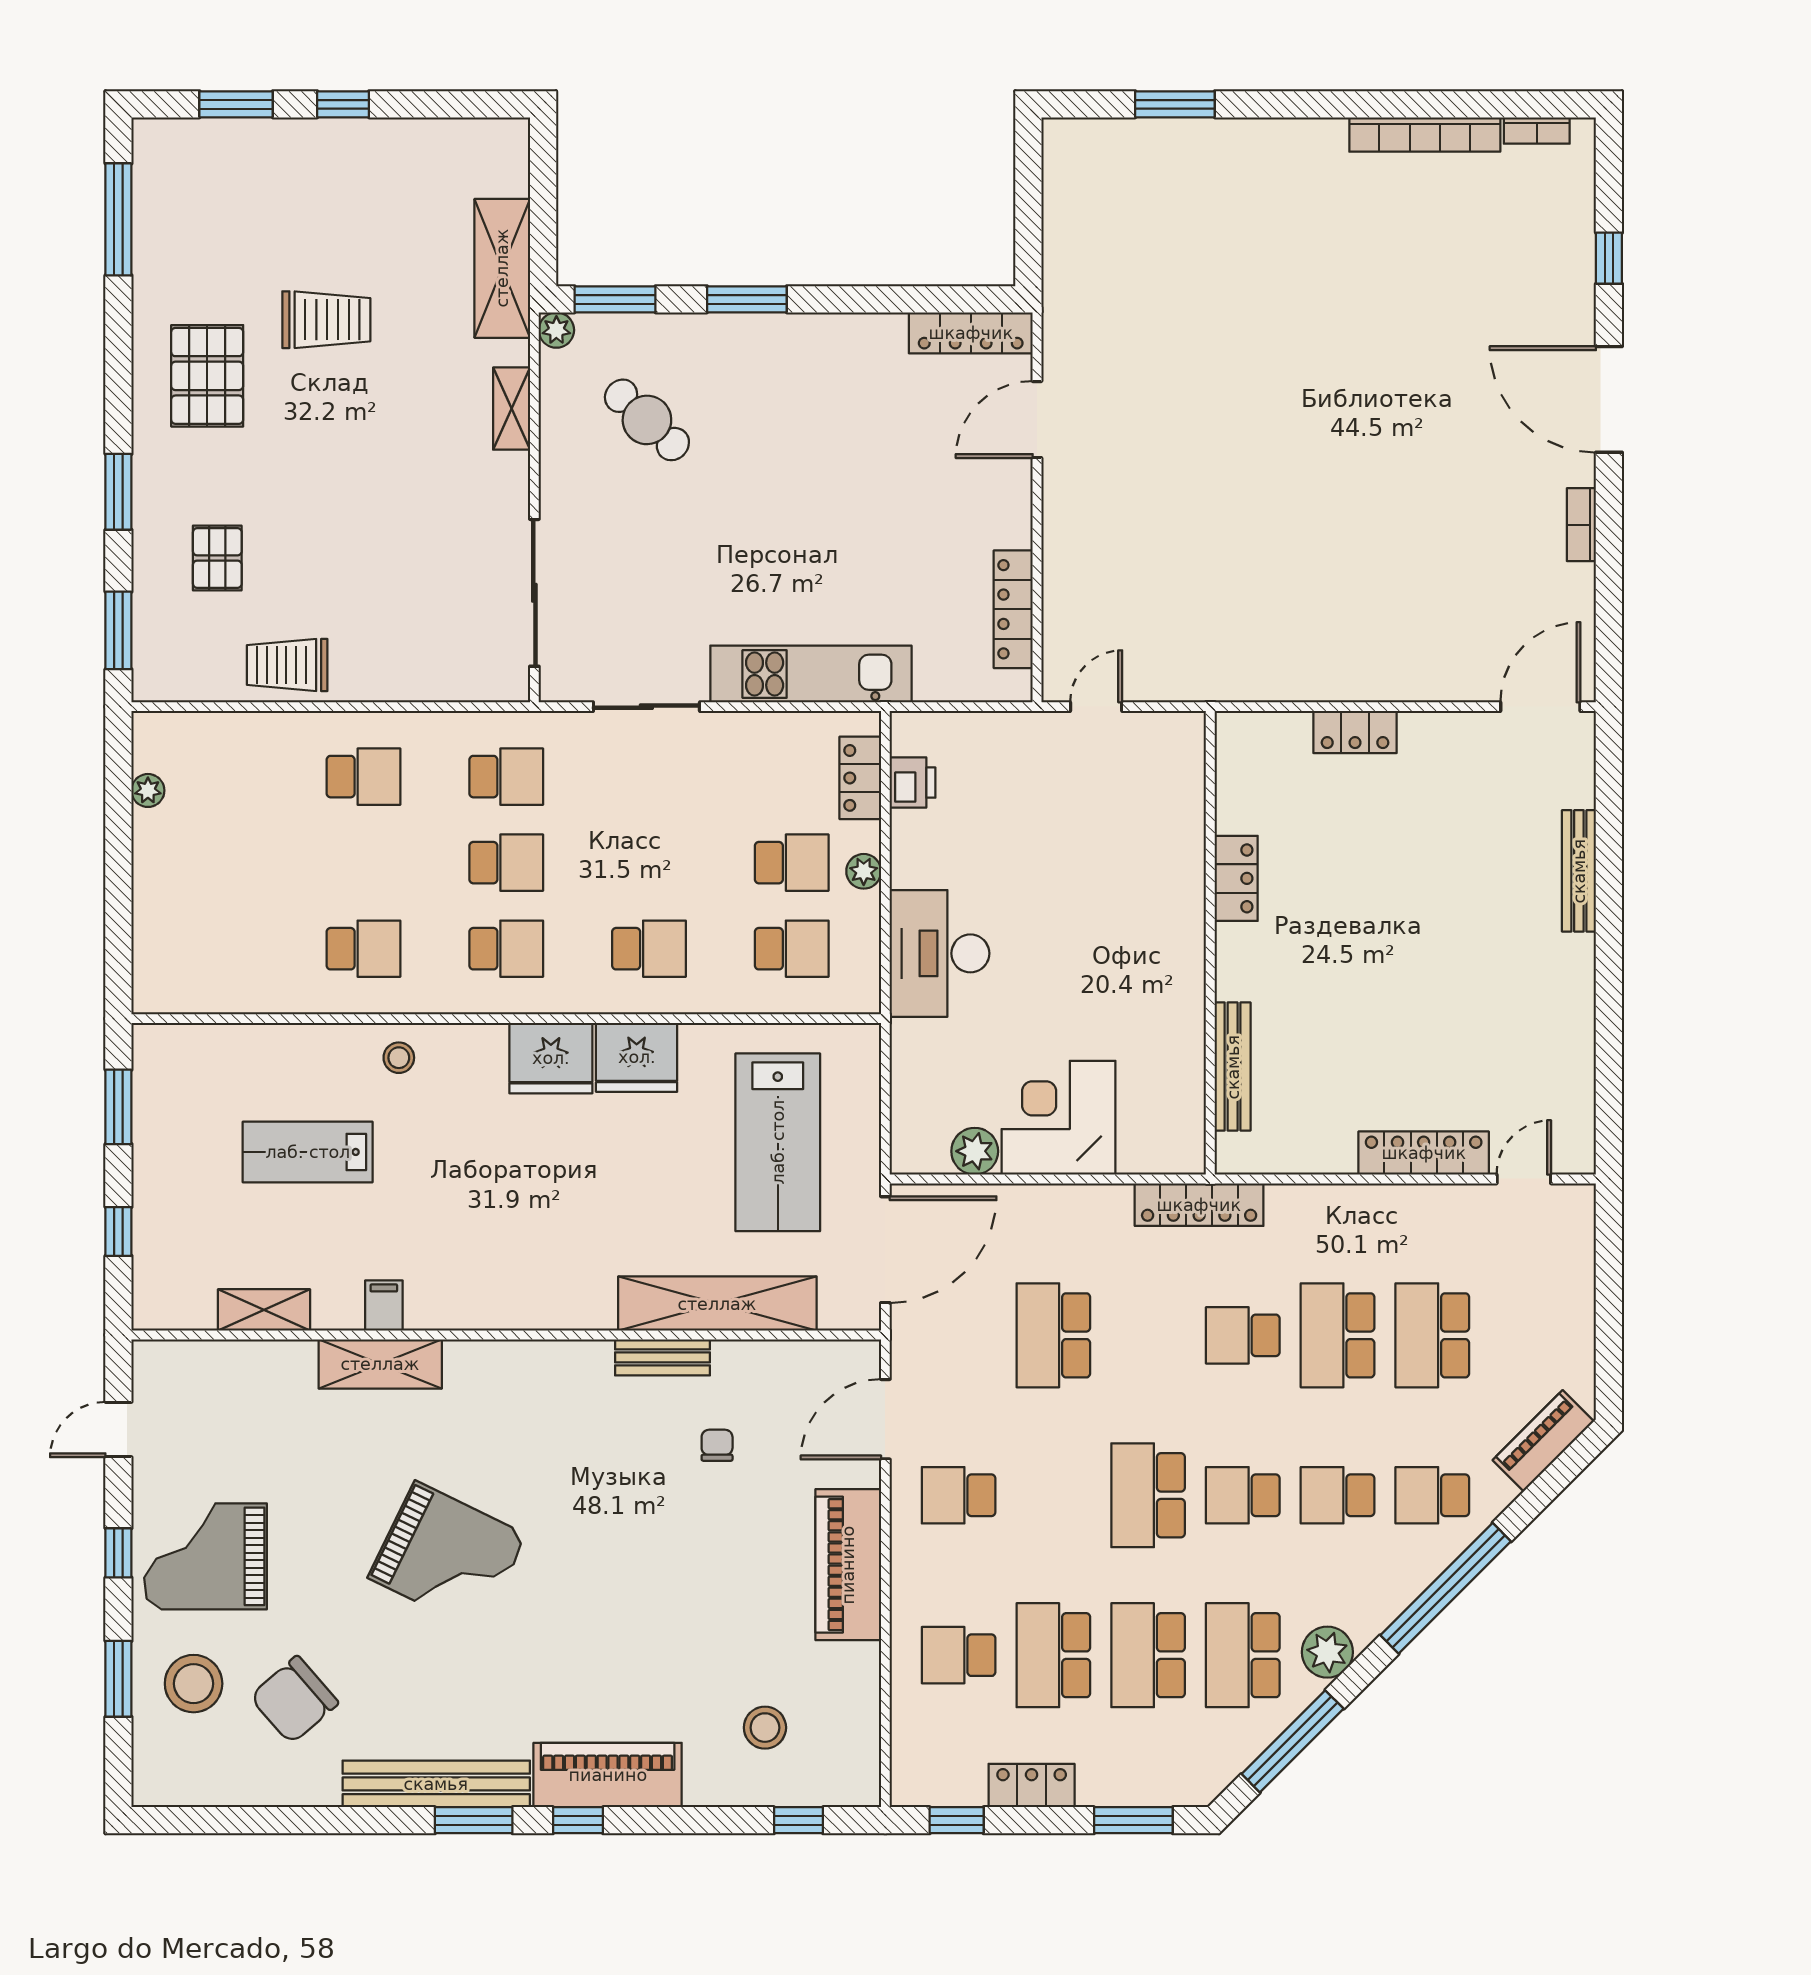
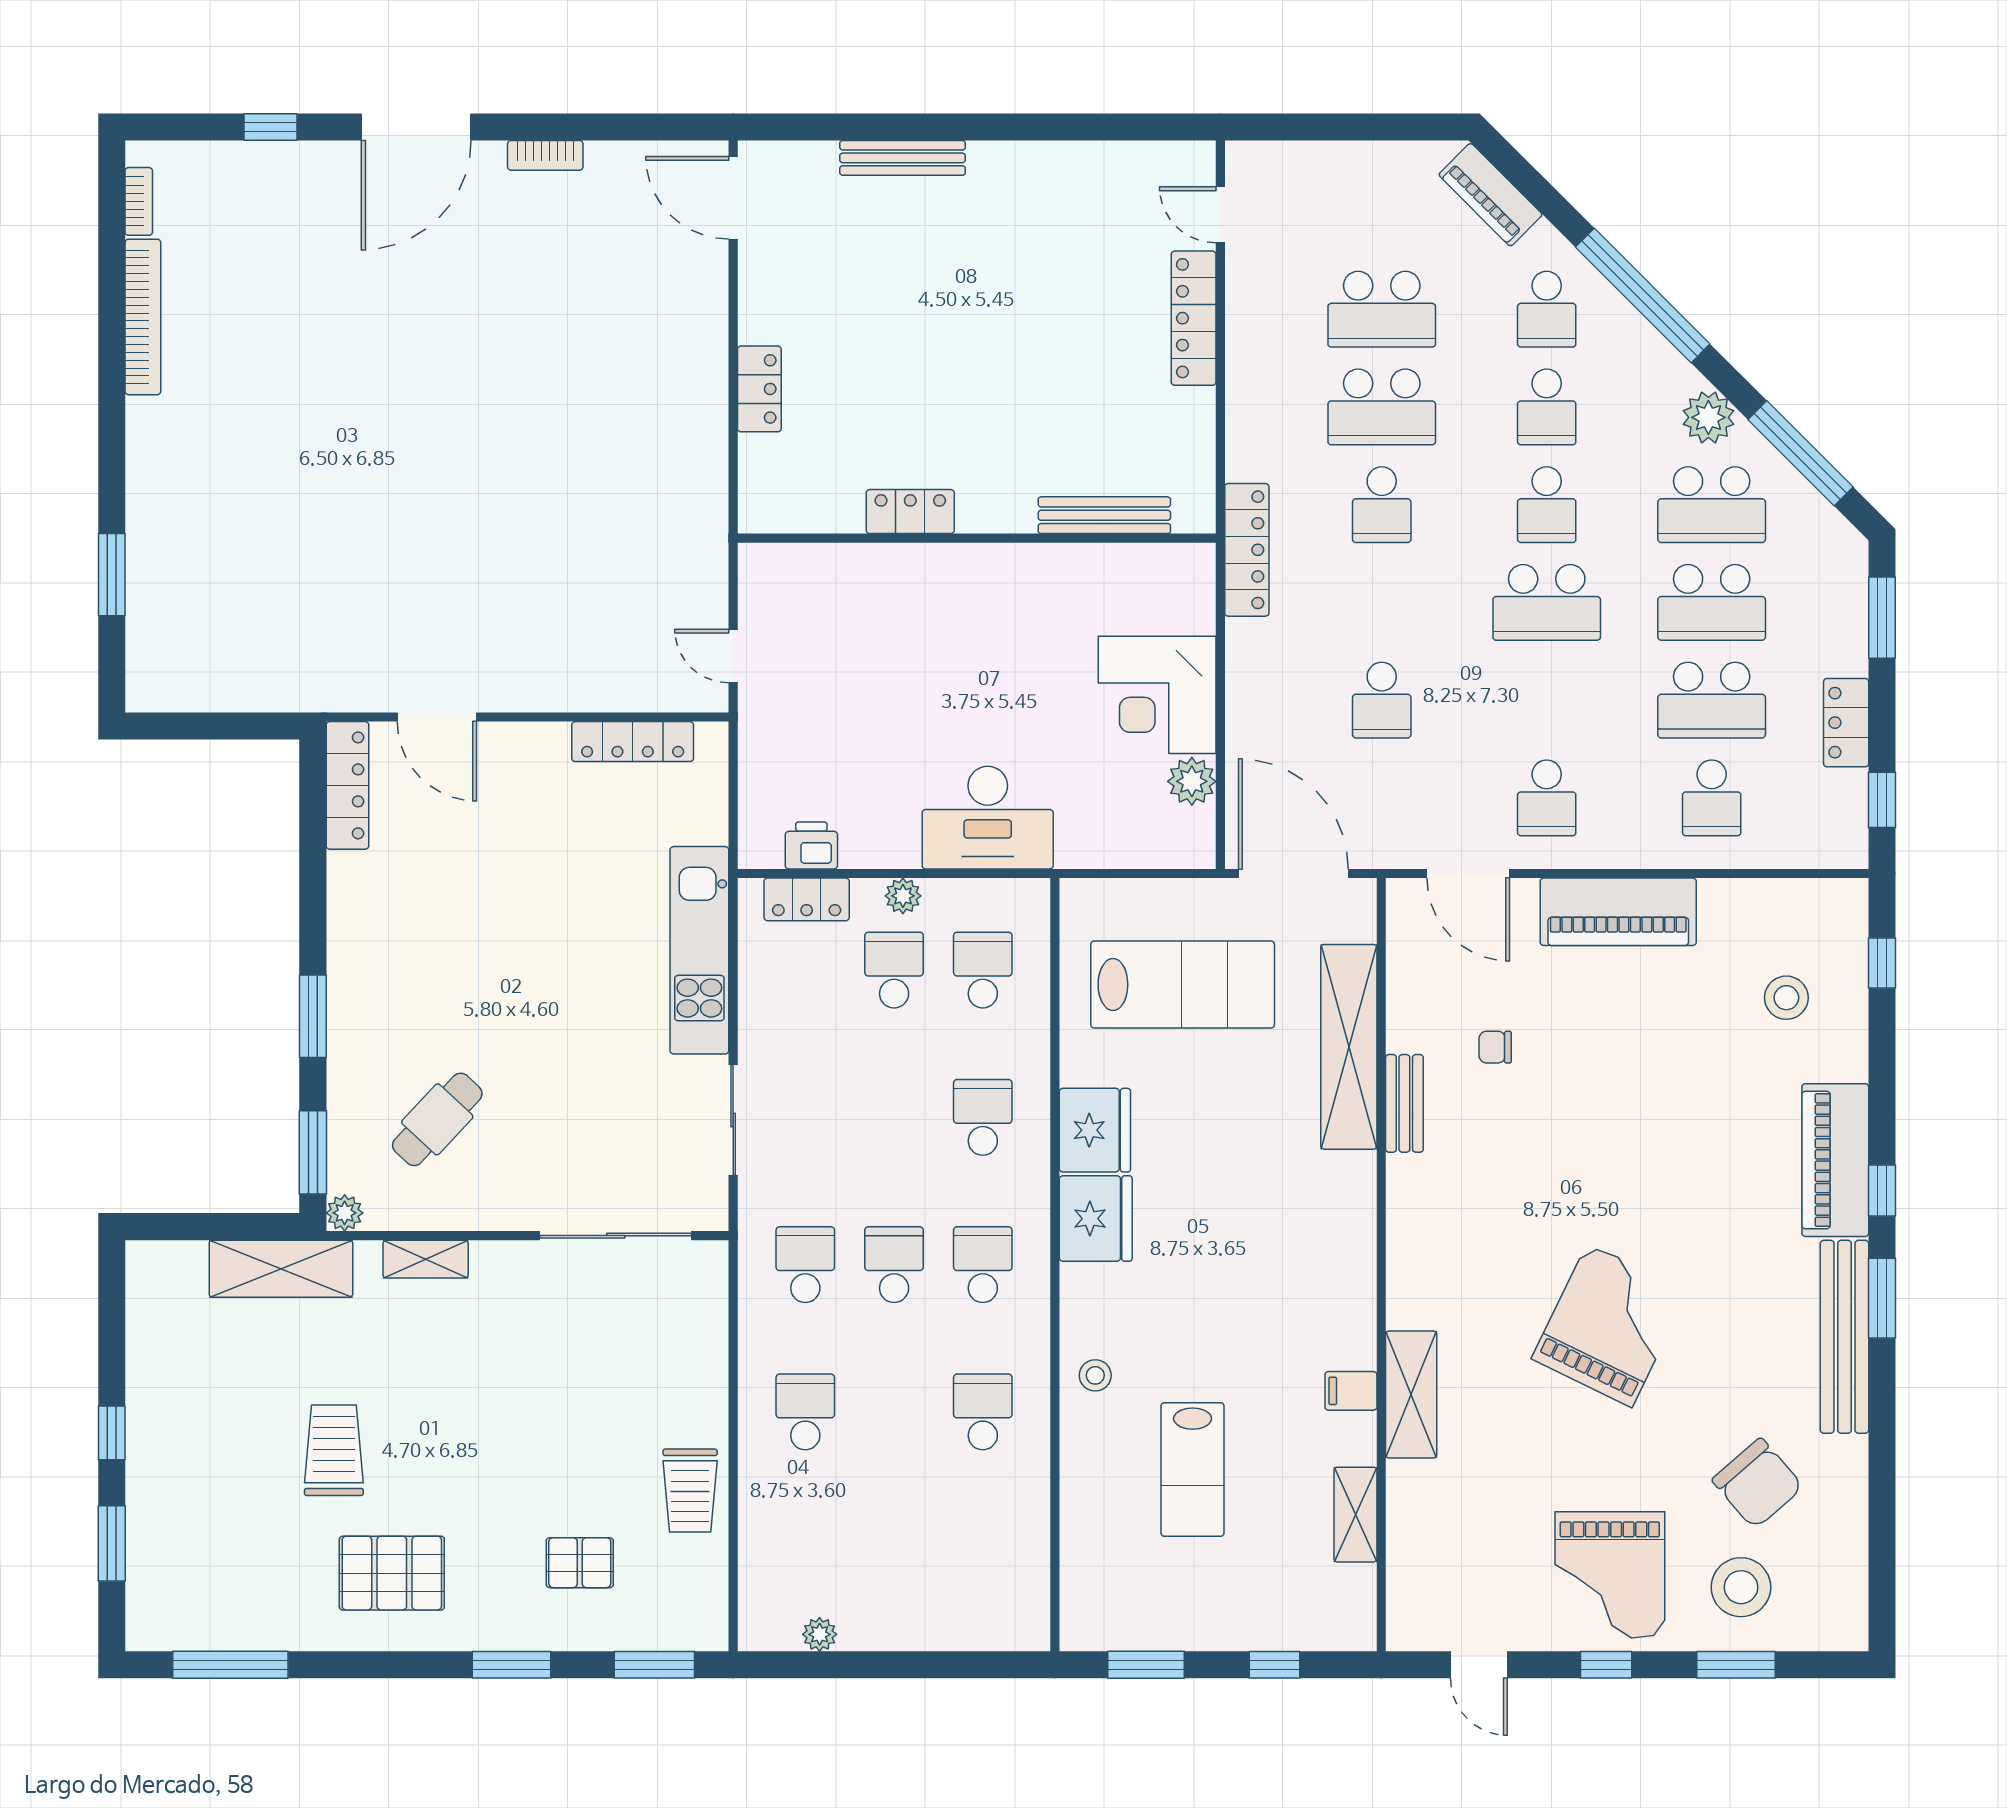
school desk: (1053, 1335) -> (1382, 700), width x0.54

